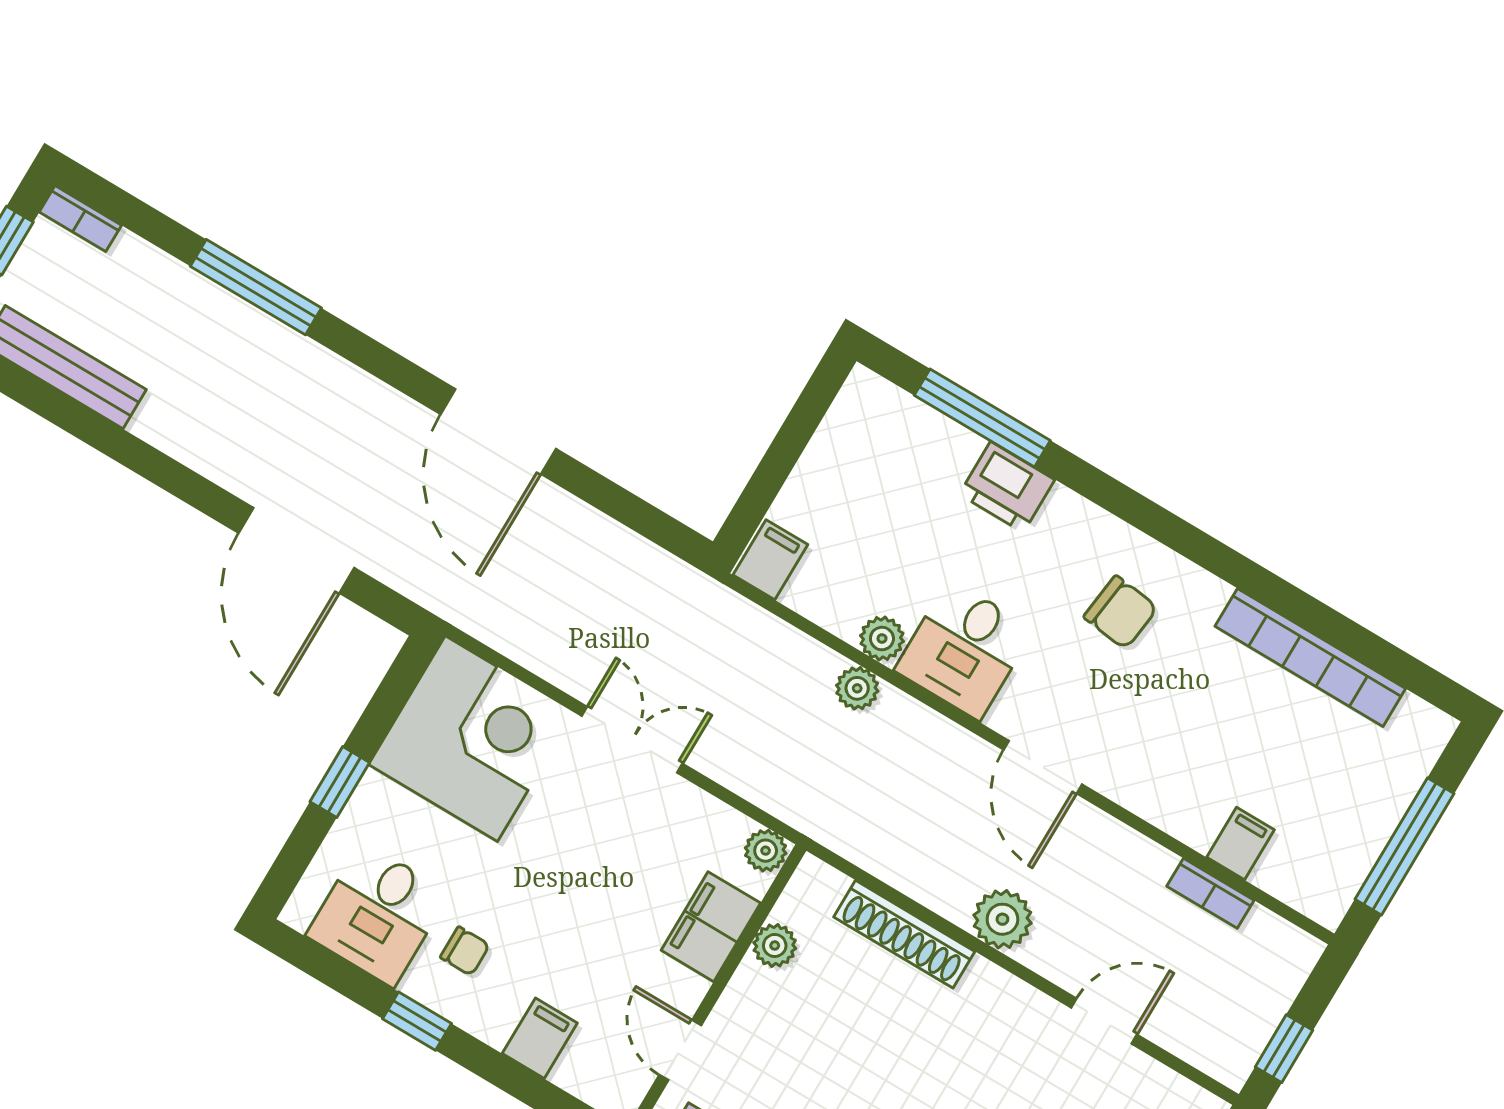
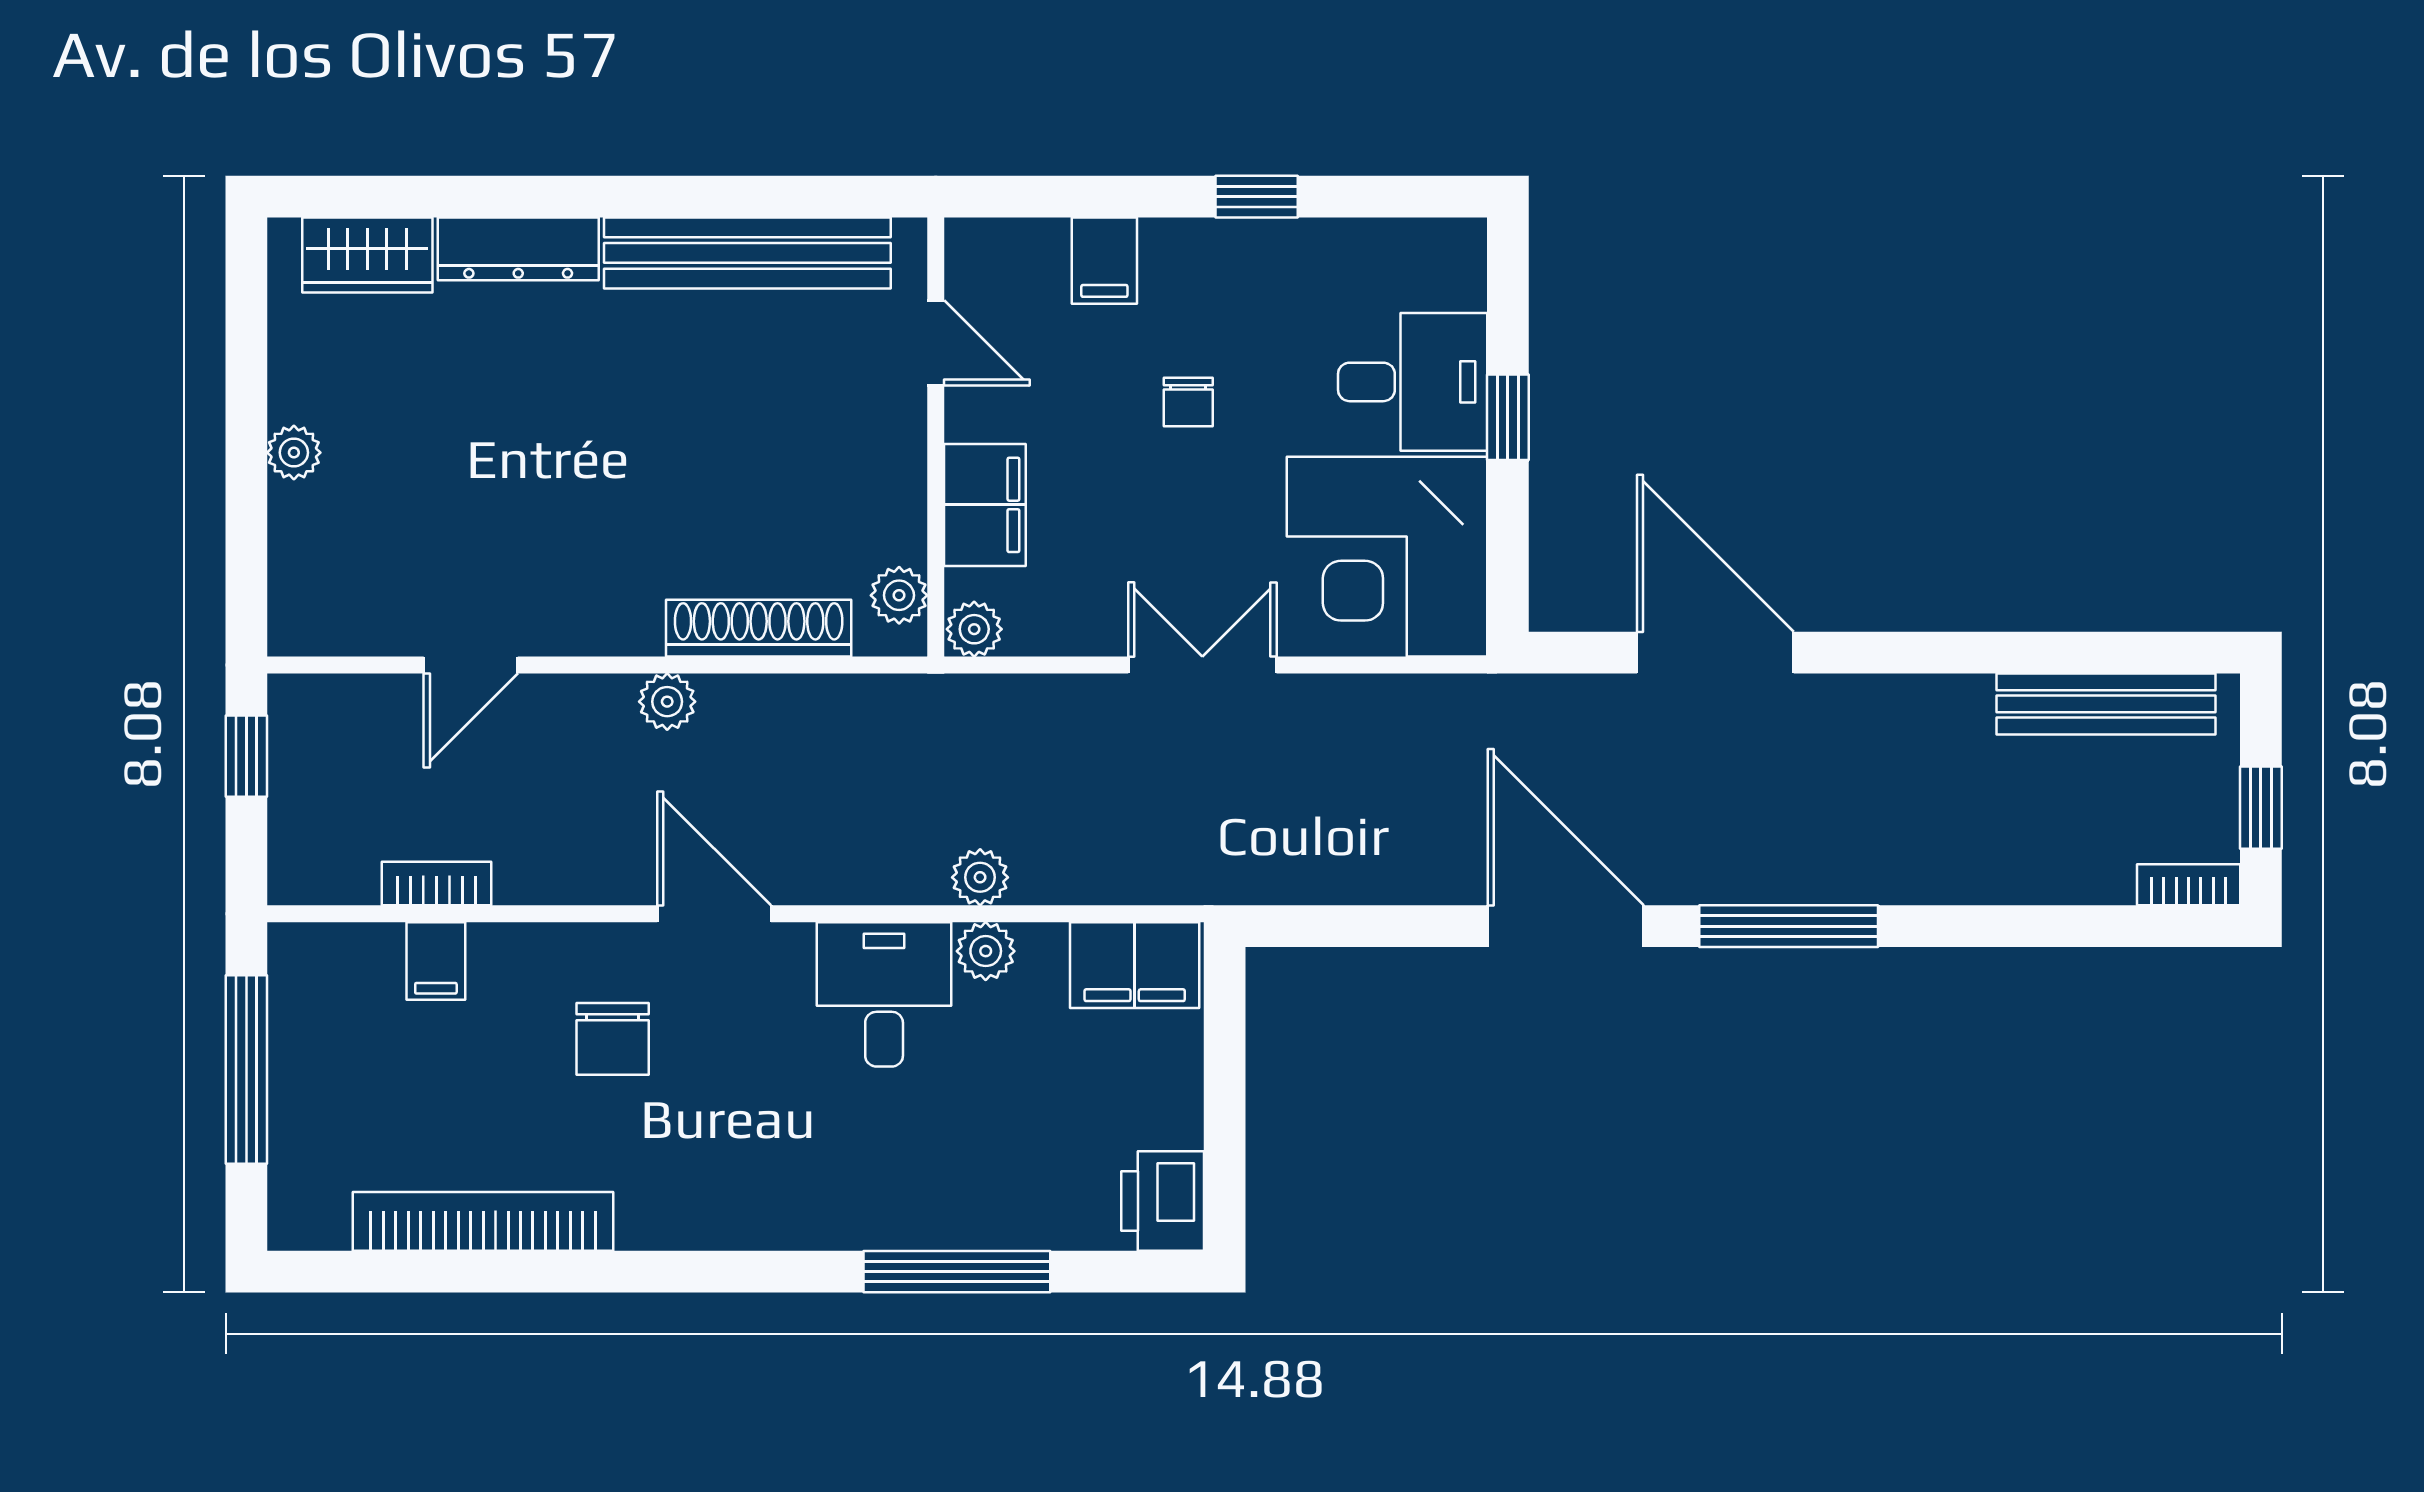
window: (256, 287) -> (1789, 926), moved
window: (982, 418) -> (957, 1272), moved
printer: (1007, 487) -> (1163, 1201), moved, turned -90
filing cabinet: (770, 560) -> (1135, 965), width x2.00
chair: (1121, 612) -> (613, 1039), moved, turned -97
double door: (632, 740) -> (1202, 665), swing flipped
desk: (378, 914) -> (1413, 382), moved, turned 90
plant: (1002, 919) -> (667, 702), width x0.73, depth x0.73
plant: (775, 945) -> (899, 595), moved
chair: (465, 951) -> (1188, 402), moved, turned -90

